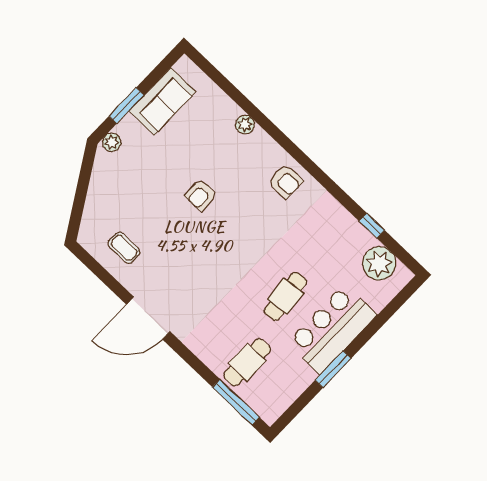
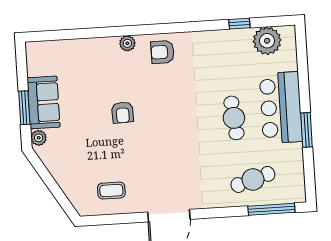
sofa: (162, 101) -> (44, 102), moved
plant: (245, 125) -> (127, 43), moved
armchair: (286, 181) -> (162, 52), turned 180
cafe table: (247, 362) -> (253, 179), turned 73

